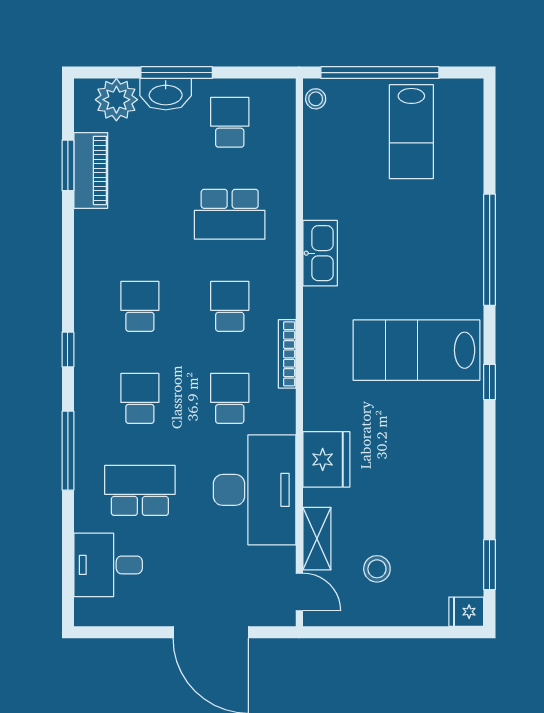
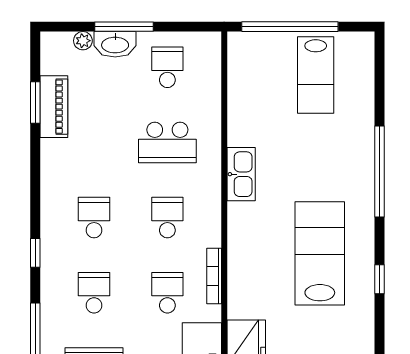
stool: (316, 99) -> (238, 48), removed
plant: (116, 100) -> (83, 41), width x0.53, depth x0.53
lab bench: (416, 350) -> (320, 253), turned 90
bookcase: (287, 354) -> (214, 276), moved

